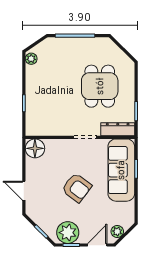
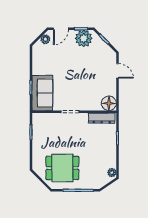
dining table: (100, 86) -> (62, 168), moved, turned 90
dresser: (118, 129) -> (102, 118), moved
sofa: (121, 170) -> (42, 93), width x0.73
armchair: (77, 188) -> (77, 73), removed

